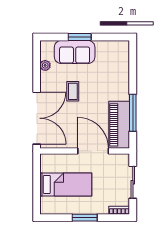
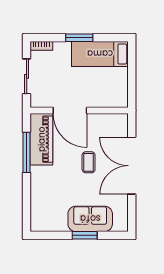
plant: (45, 65) -> (122, 204), removed
coffee table: (73, 91) -> (89, 162), moved
double door: (37, 118) -> (132, 166), moved
bed: (66, 184) -> (100, 54), moved

